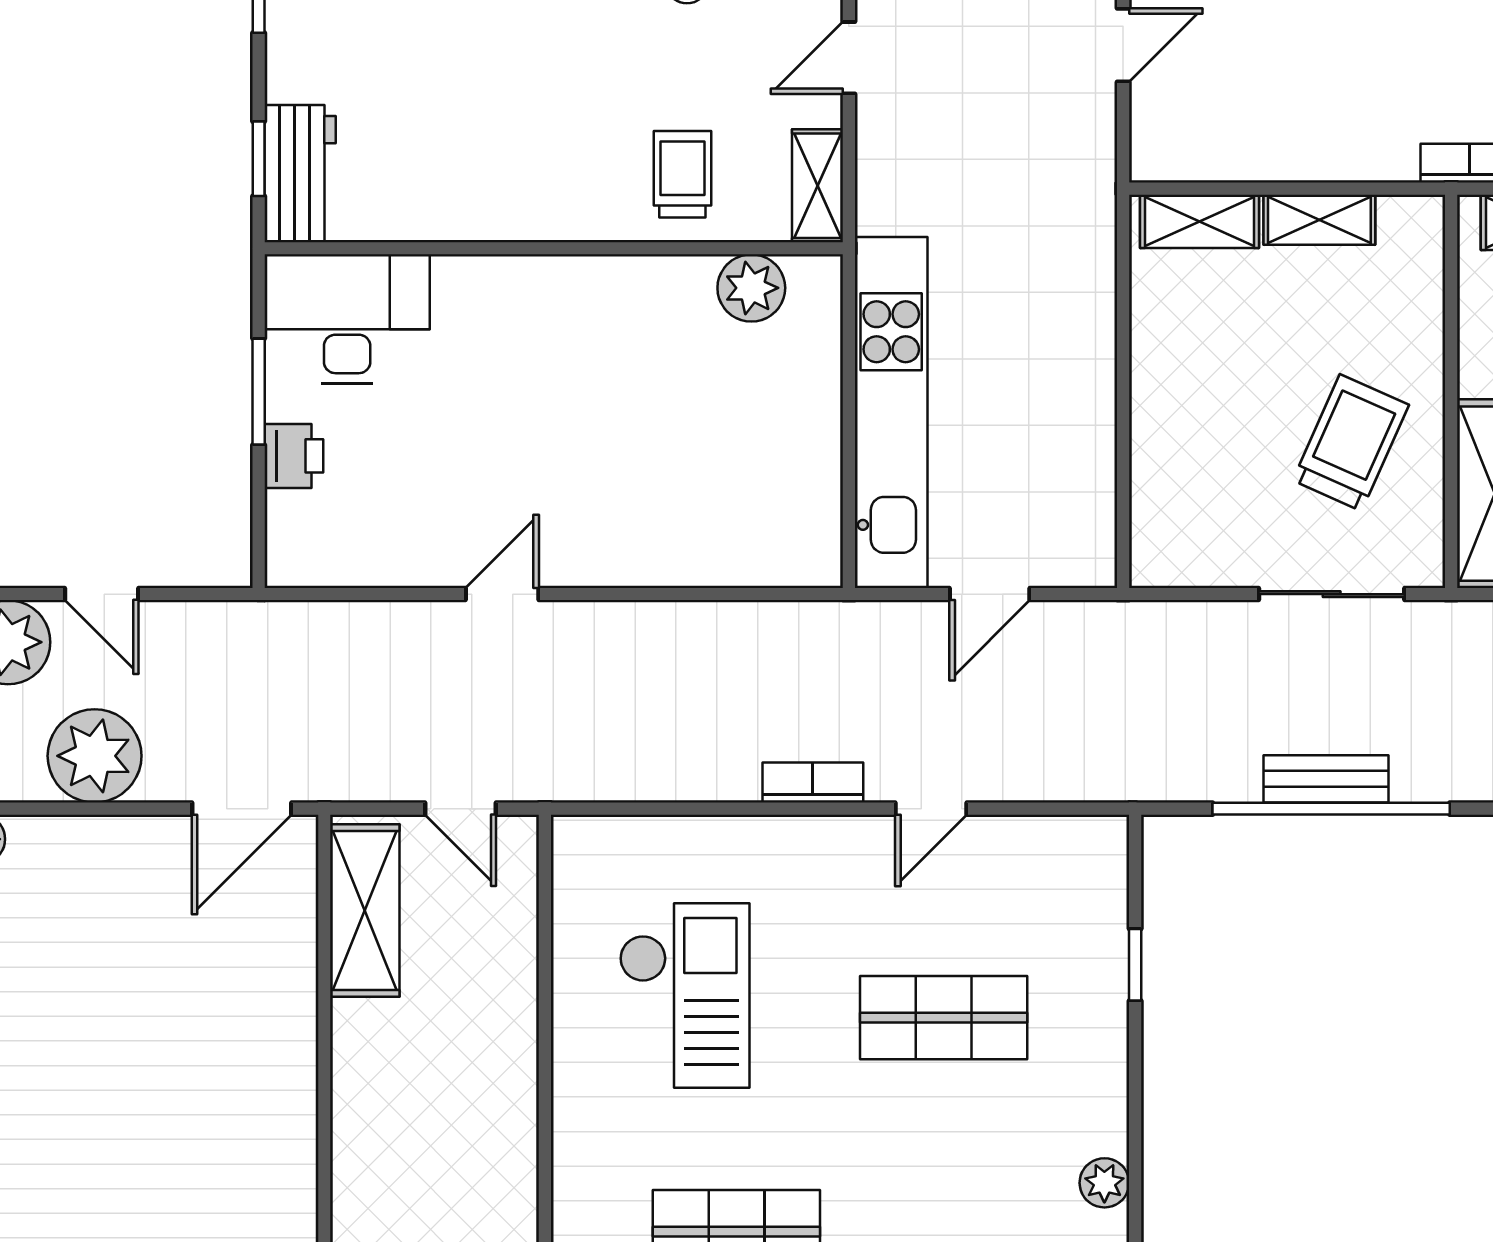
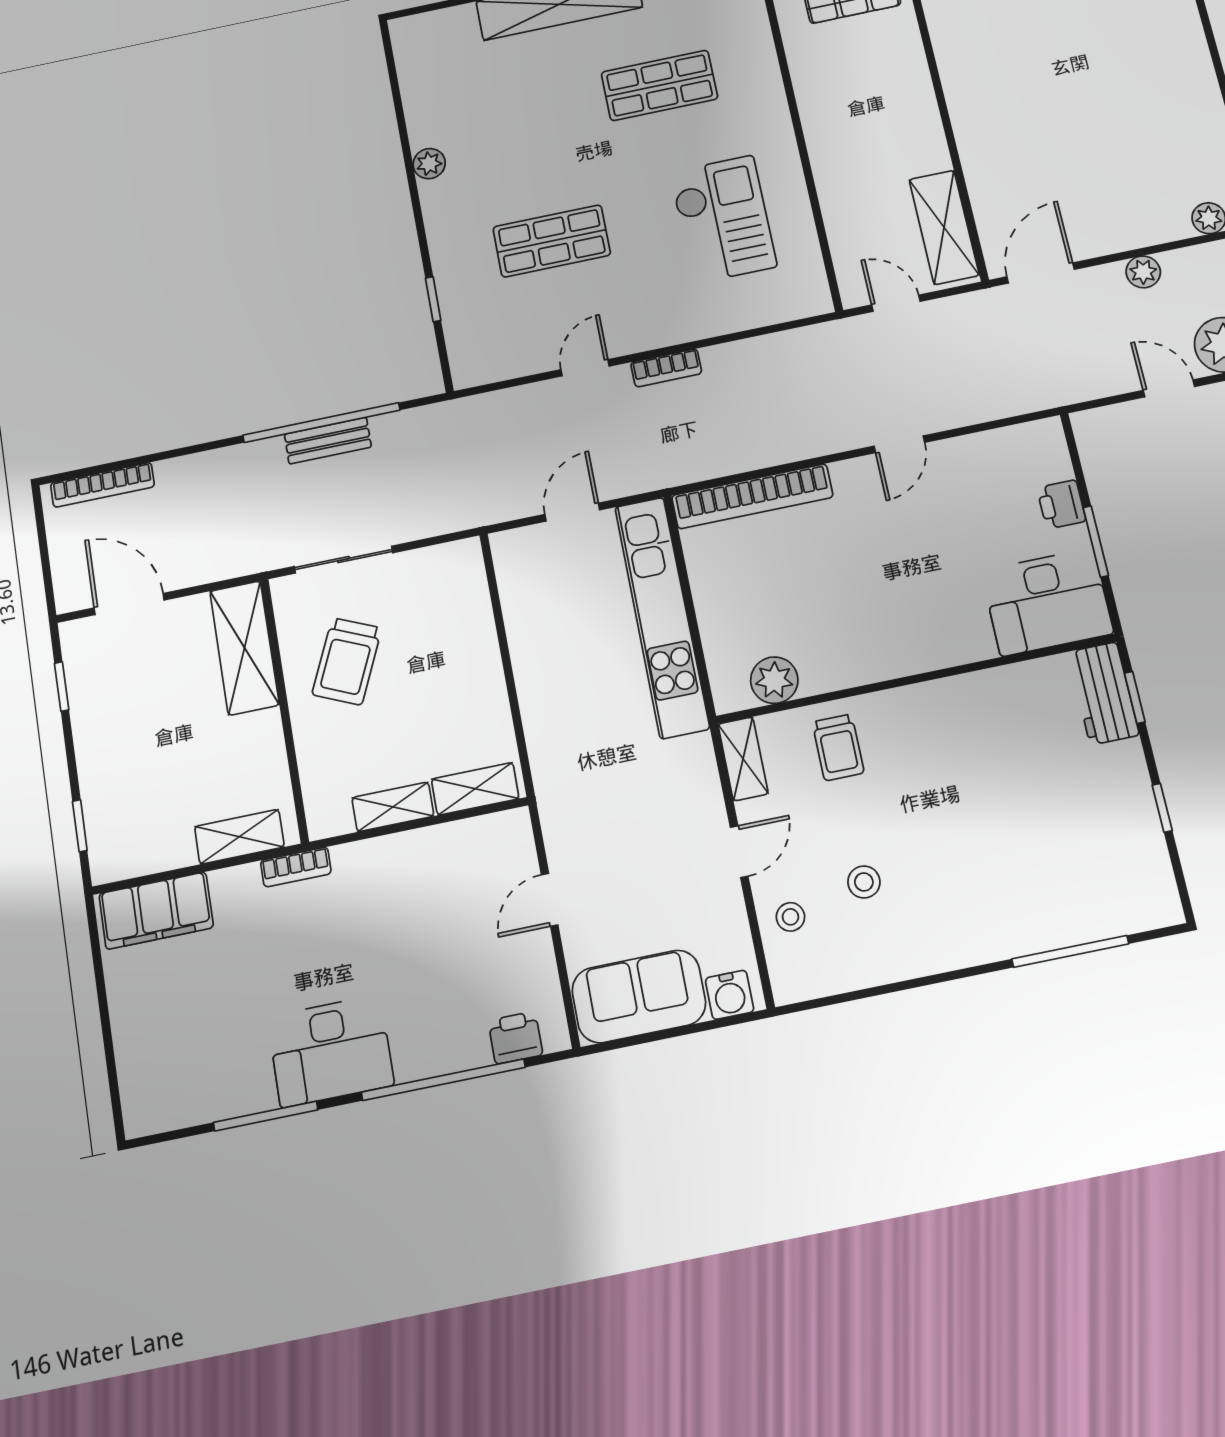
bookcase: (728, 562) -> (752, 496), added
plant: (95, 756) -> (1143, 272), width x0.53, depth x0.53
checkout: (684, 995) -> (723, 219), turned 180

